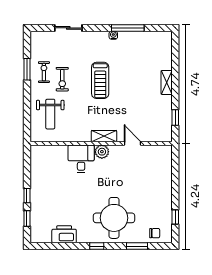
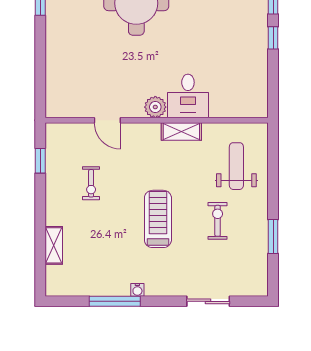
exercise bike: (44, 72) -> (91, 183), moved
shelving: (167, 82) -> (54, 245), moved
shelving: (104, 136) -> (181, 131), moved

